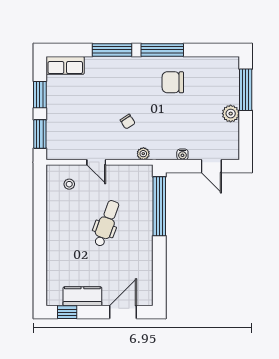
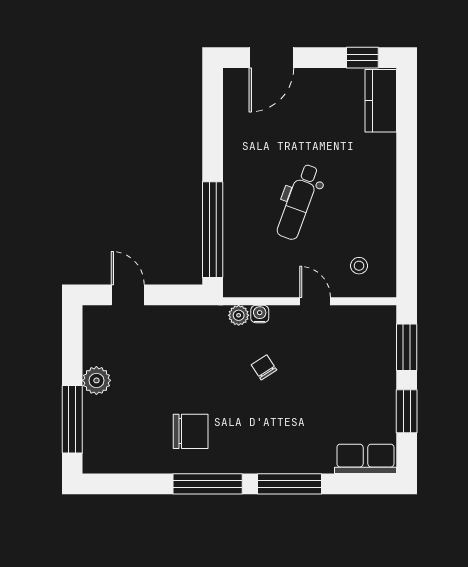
water cooler: (182, 154) -> (260, 314), moved
kitchen counter: (82, 296) -> (381, 101), moved, turned 90

